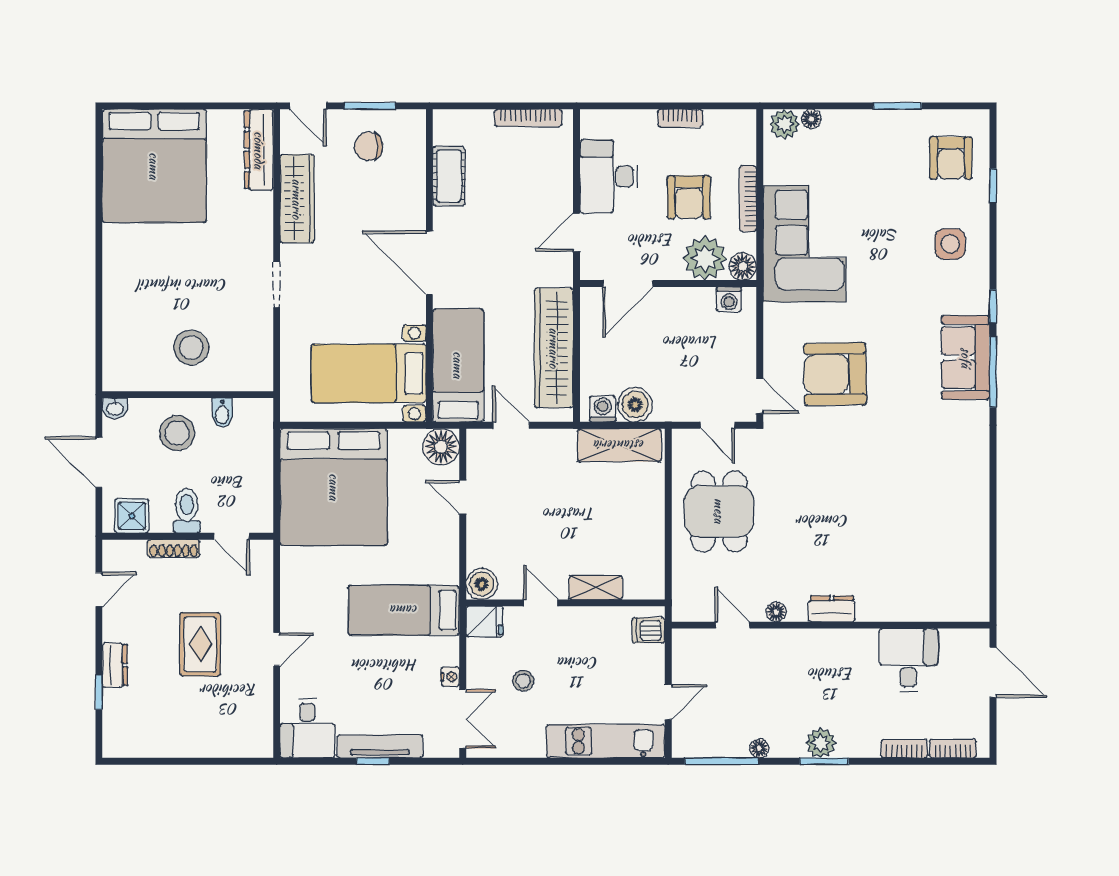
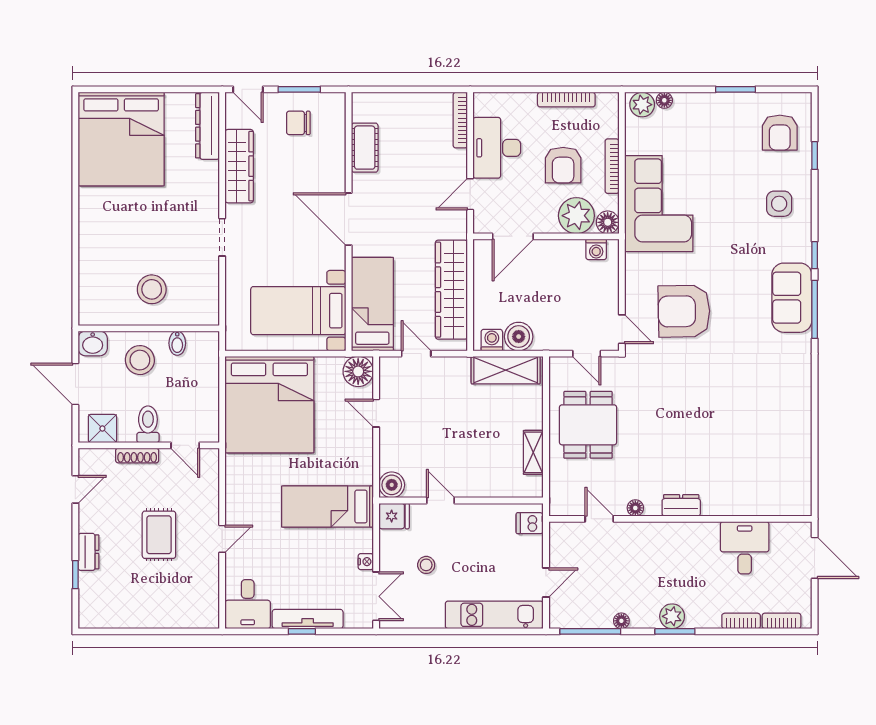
bookcase: (528, 118) -> (460, 120), moved, turned 90
bookcase: (680, 118) -> (566, 100), width x1.56
washbasin: (115, 408) -> (93, 343), width x1.38, depth x1.45
shelving: (596, 588) -> (533, 452), moved, turned 90

